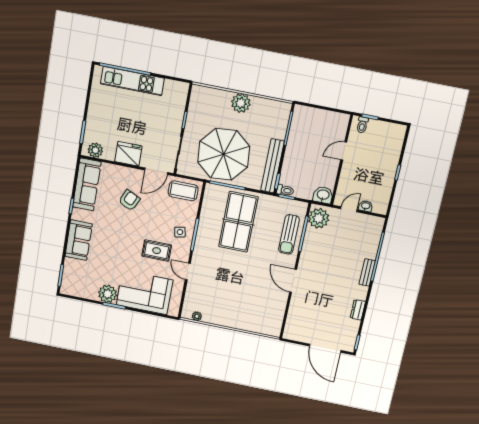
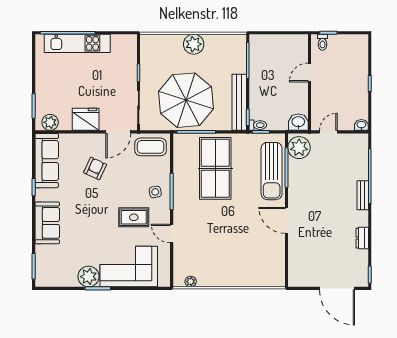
washbasin: (366, 206) -> (361, 125), moved
sun lounger: (289, 234) -> (272, 171), width x1.36, depth x1.34

